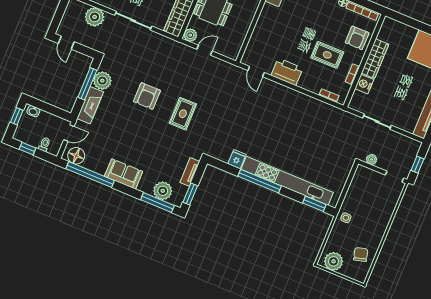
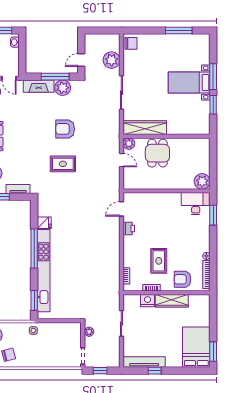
door: (66, 43) -> (81, 60), moved
printer: (287, 72) -> (129, 229), width x0.53, depth x0.68

